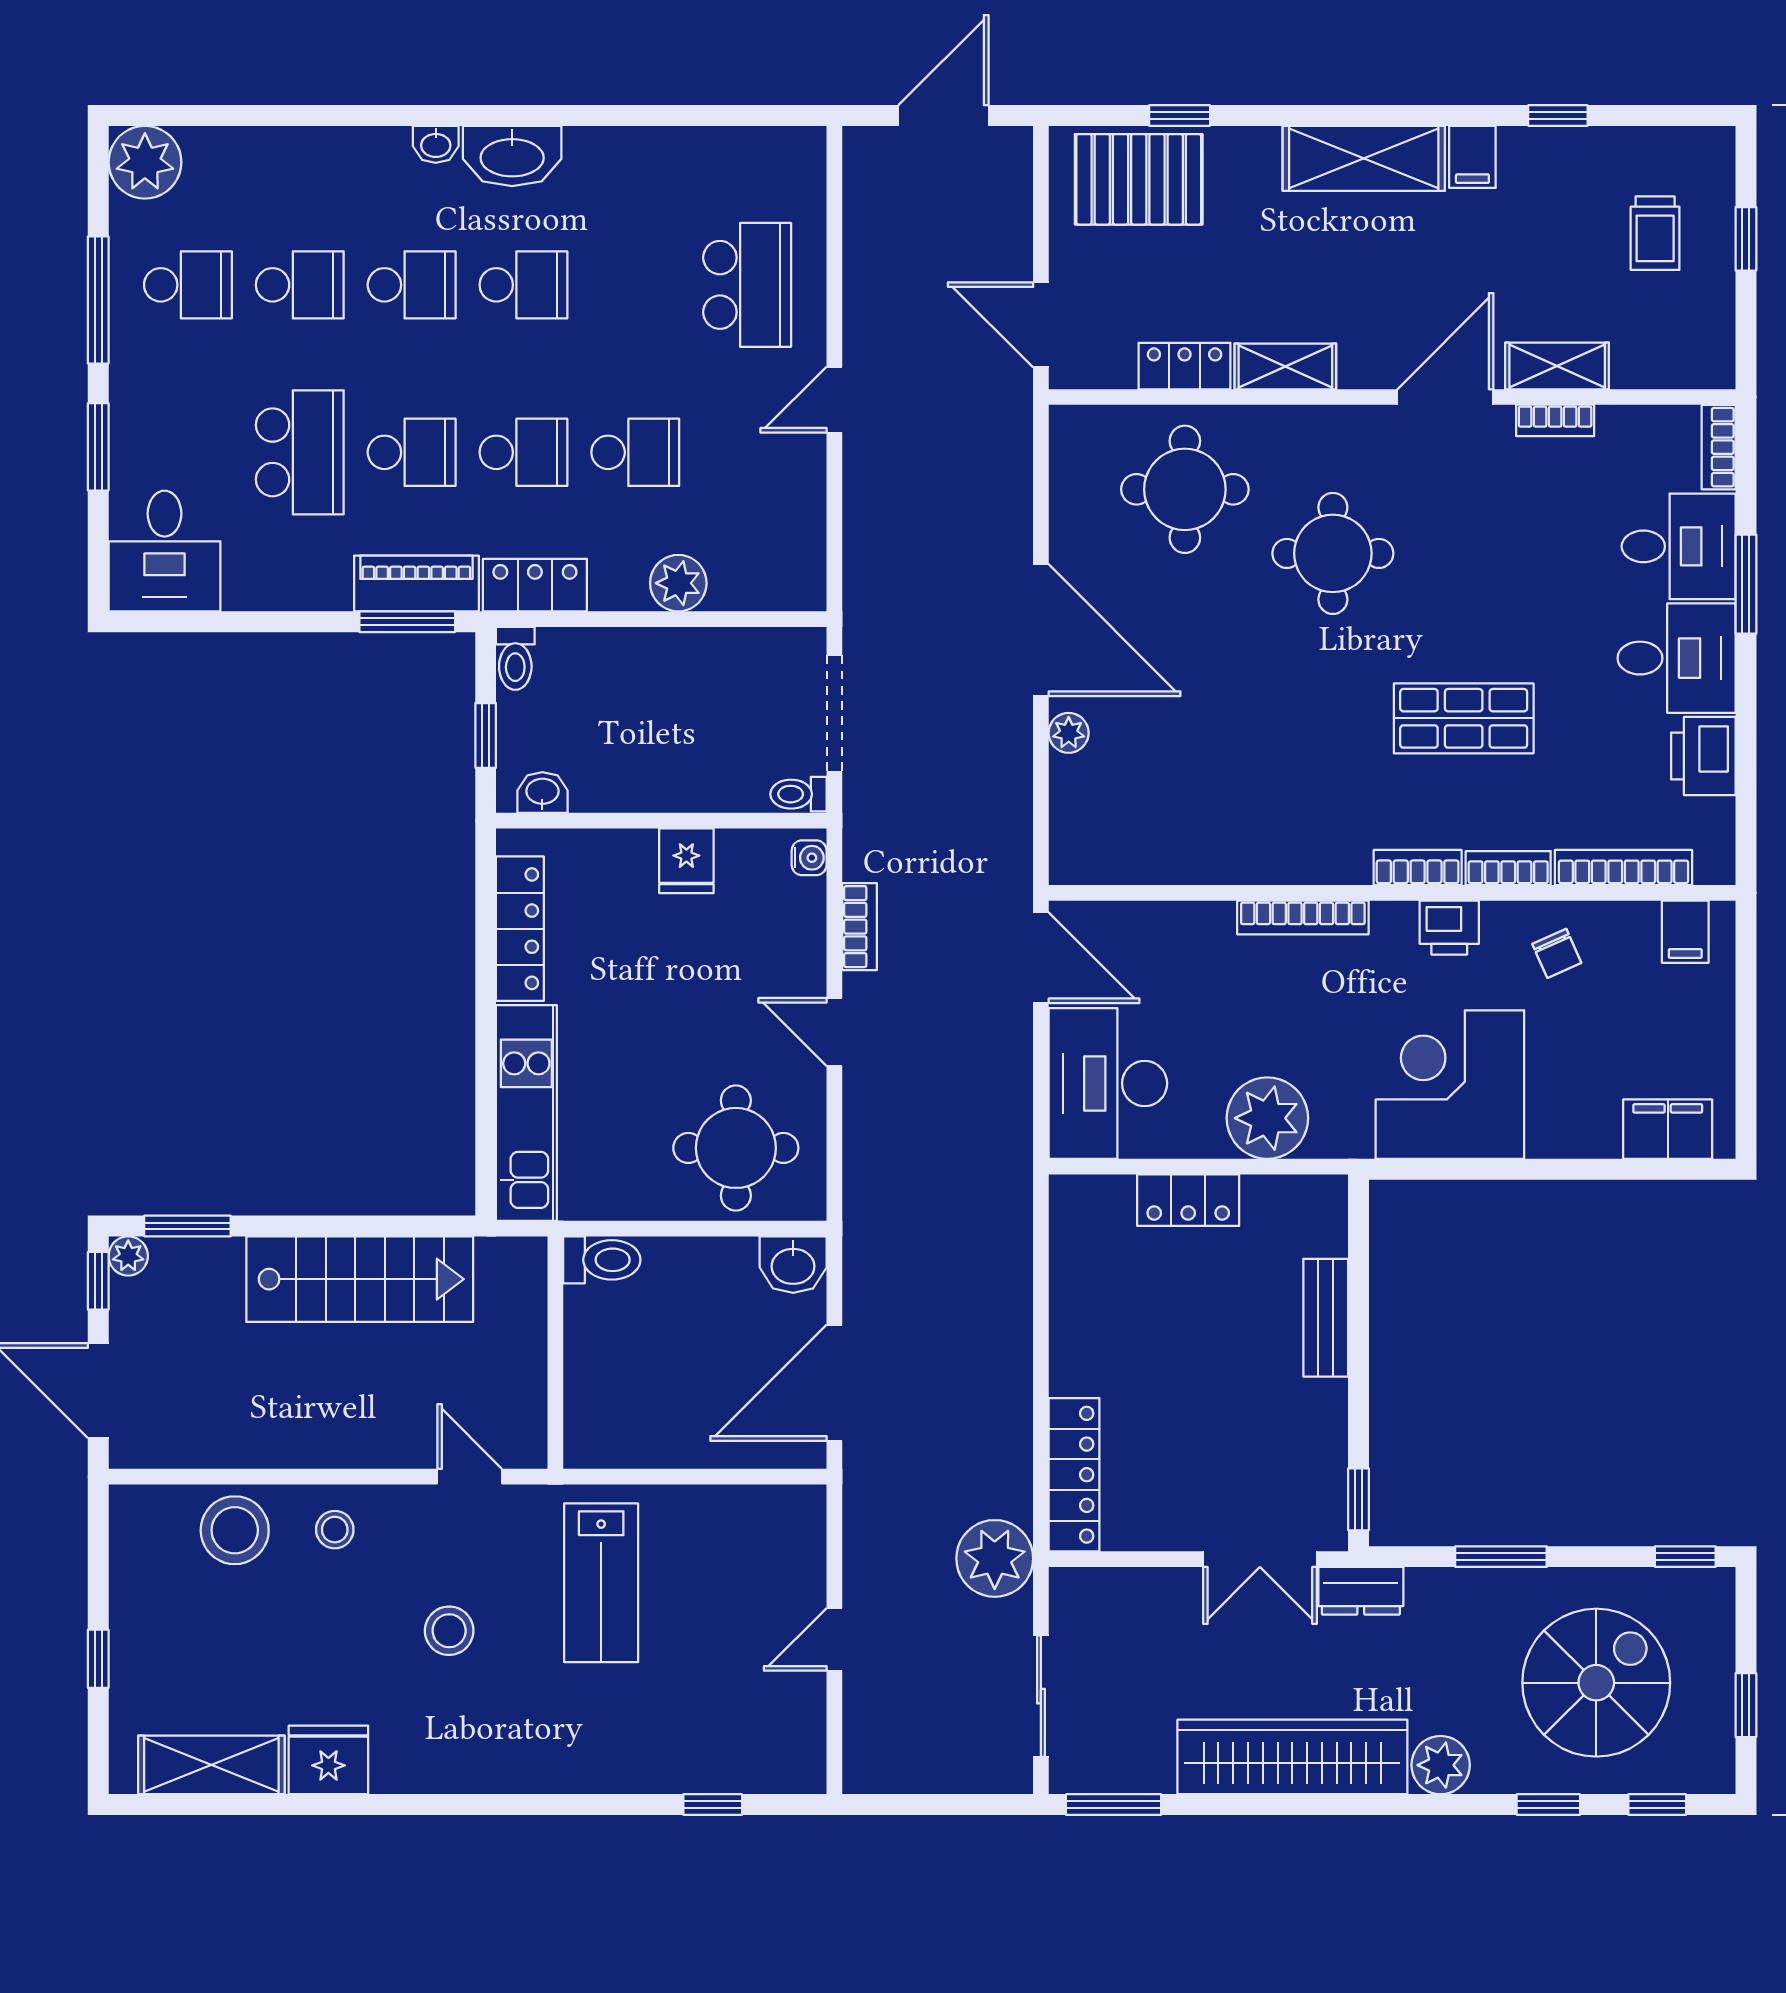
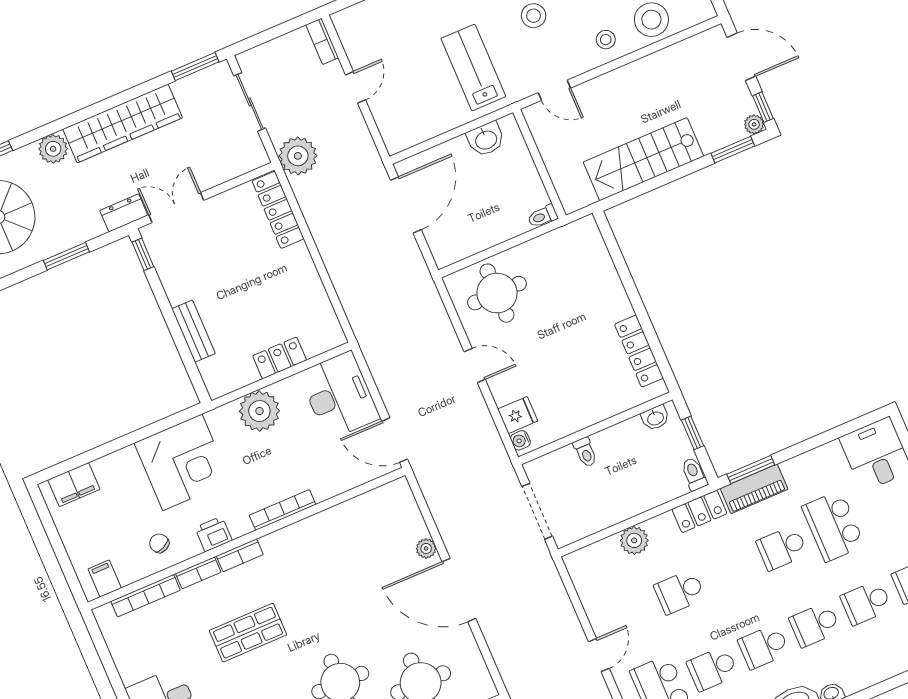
school desk: (523, 452) -> (712, 669), moved
printer: (1703, 756) -> (131, 662), removed
toilet: (798, 794) -> (585, 452), moved, turned 90
fridge: (686, 861) -> (518, 415), moved, turned 90
bookcase: (859, 927) -> (322, 41), moved
kitchen unit: (526, 1113) -> (600, 268), removed
toilet: (602, 1260) -> (543, 216), width x0.73, depth x0.72
washbasin: (793, 1265) -> (486, 139), moved, turned 180

